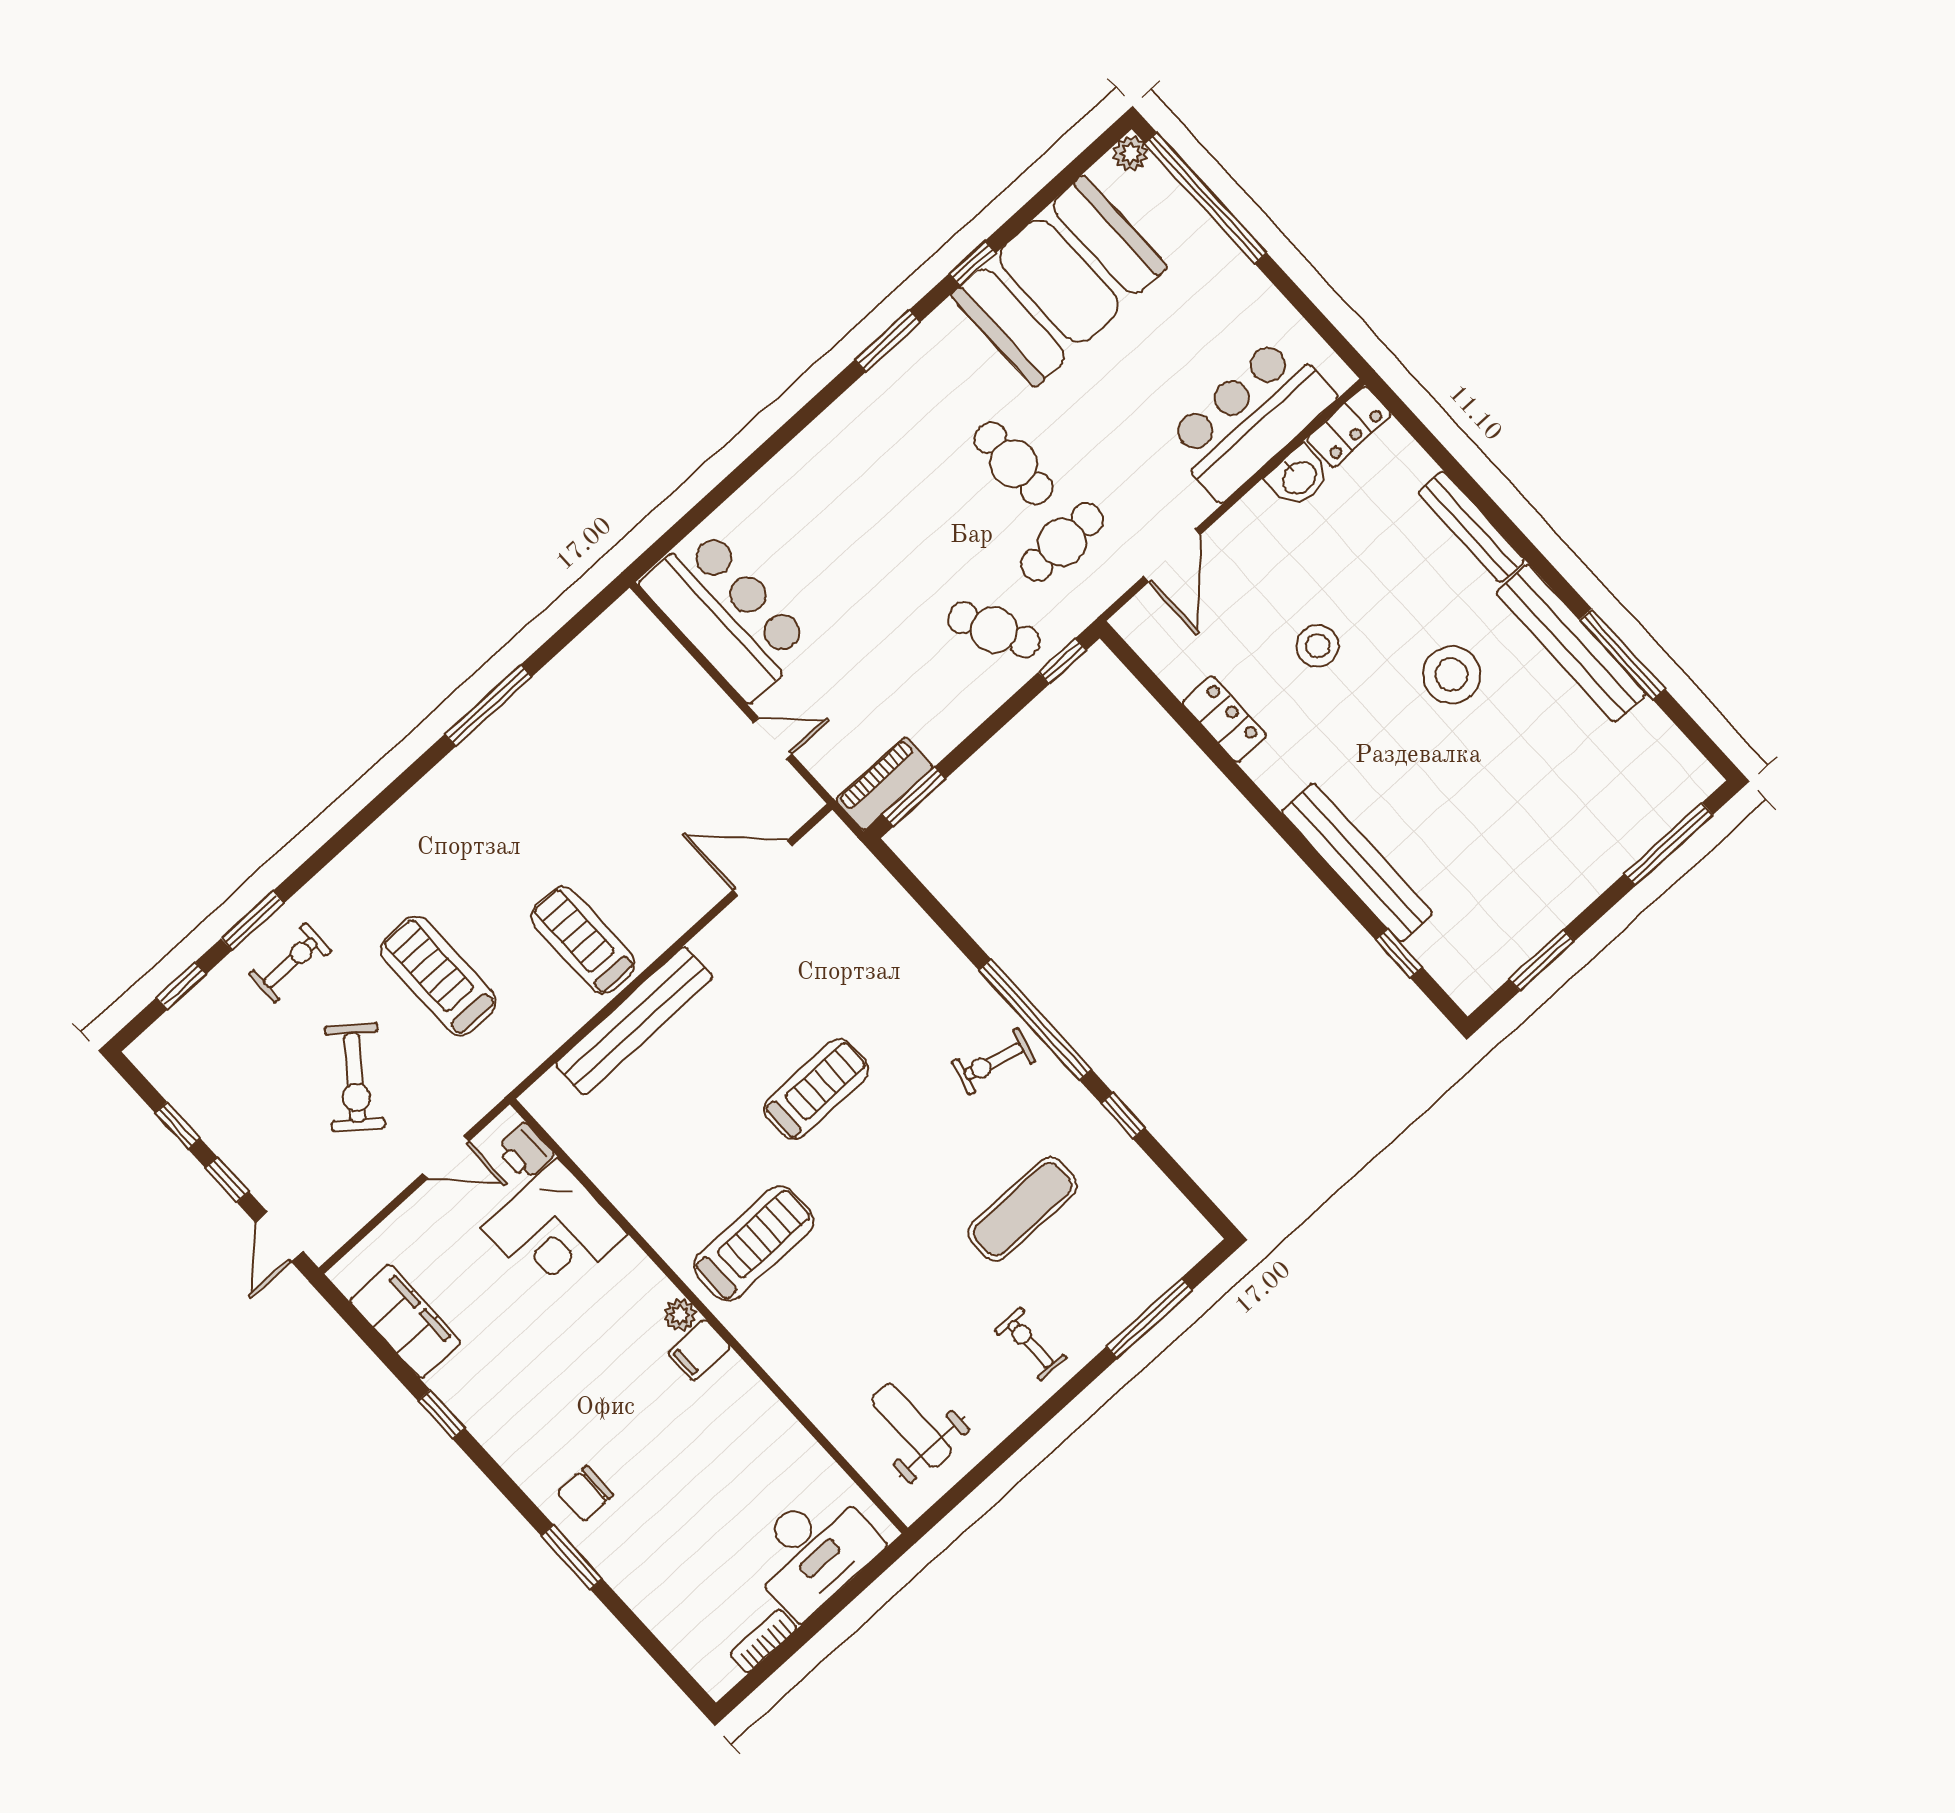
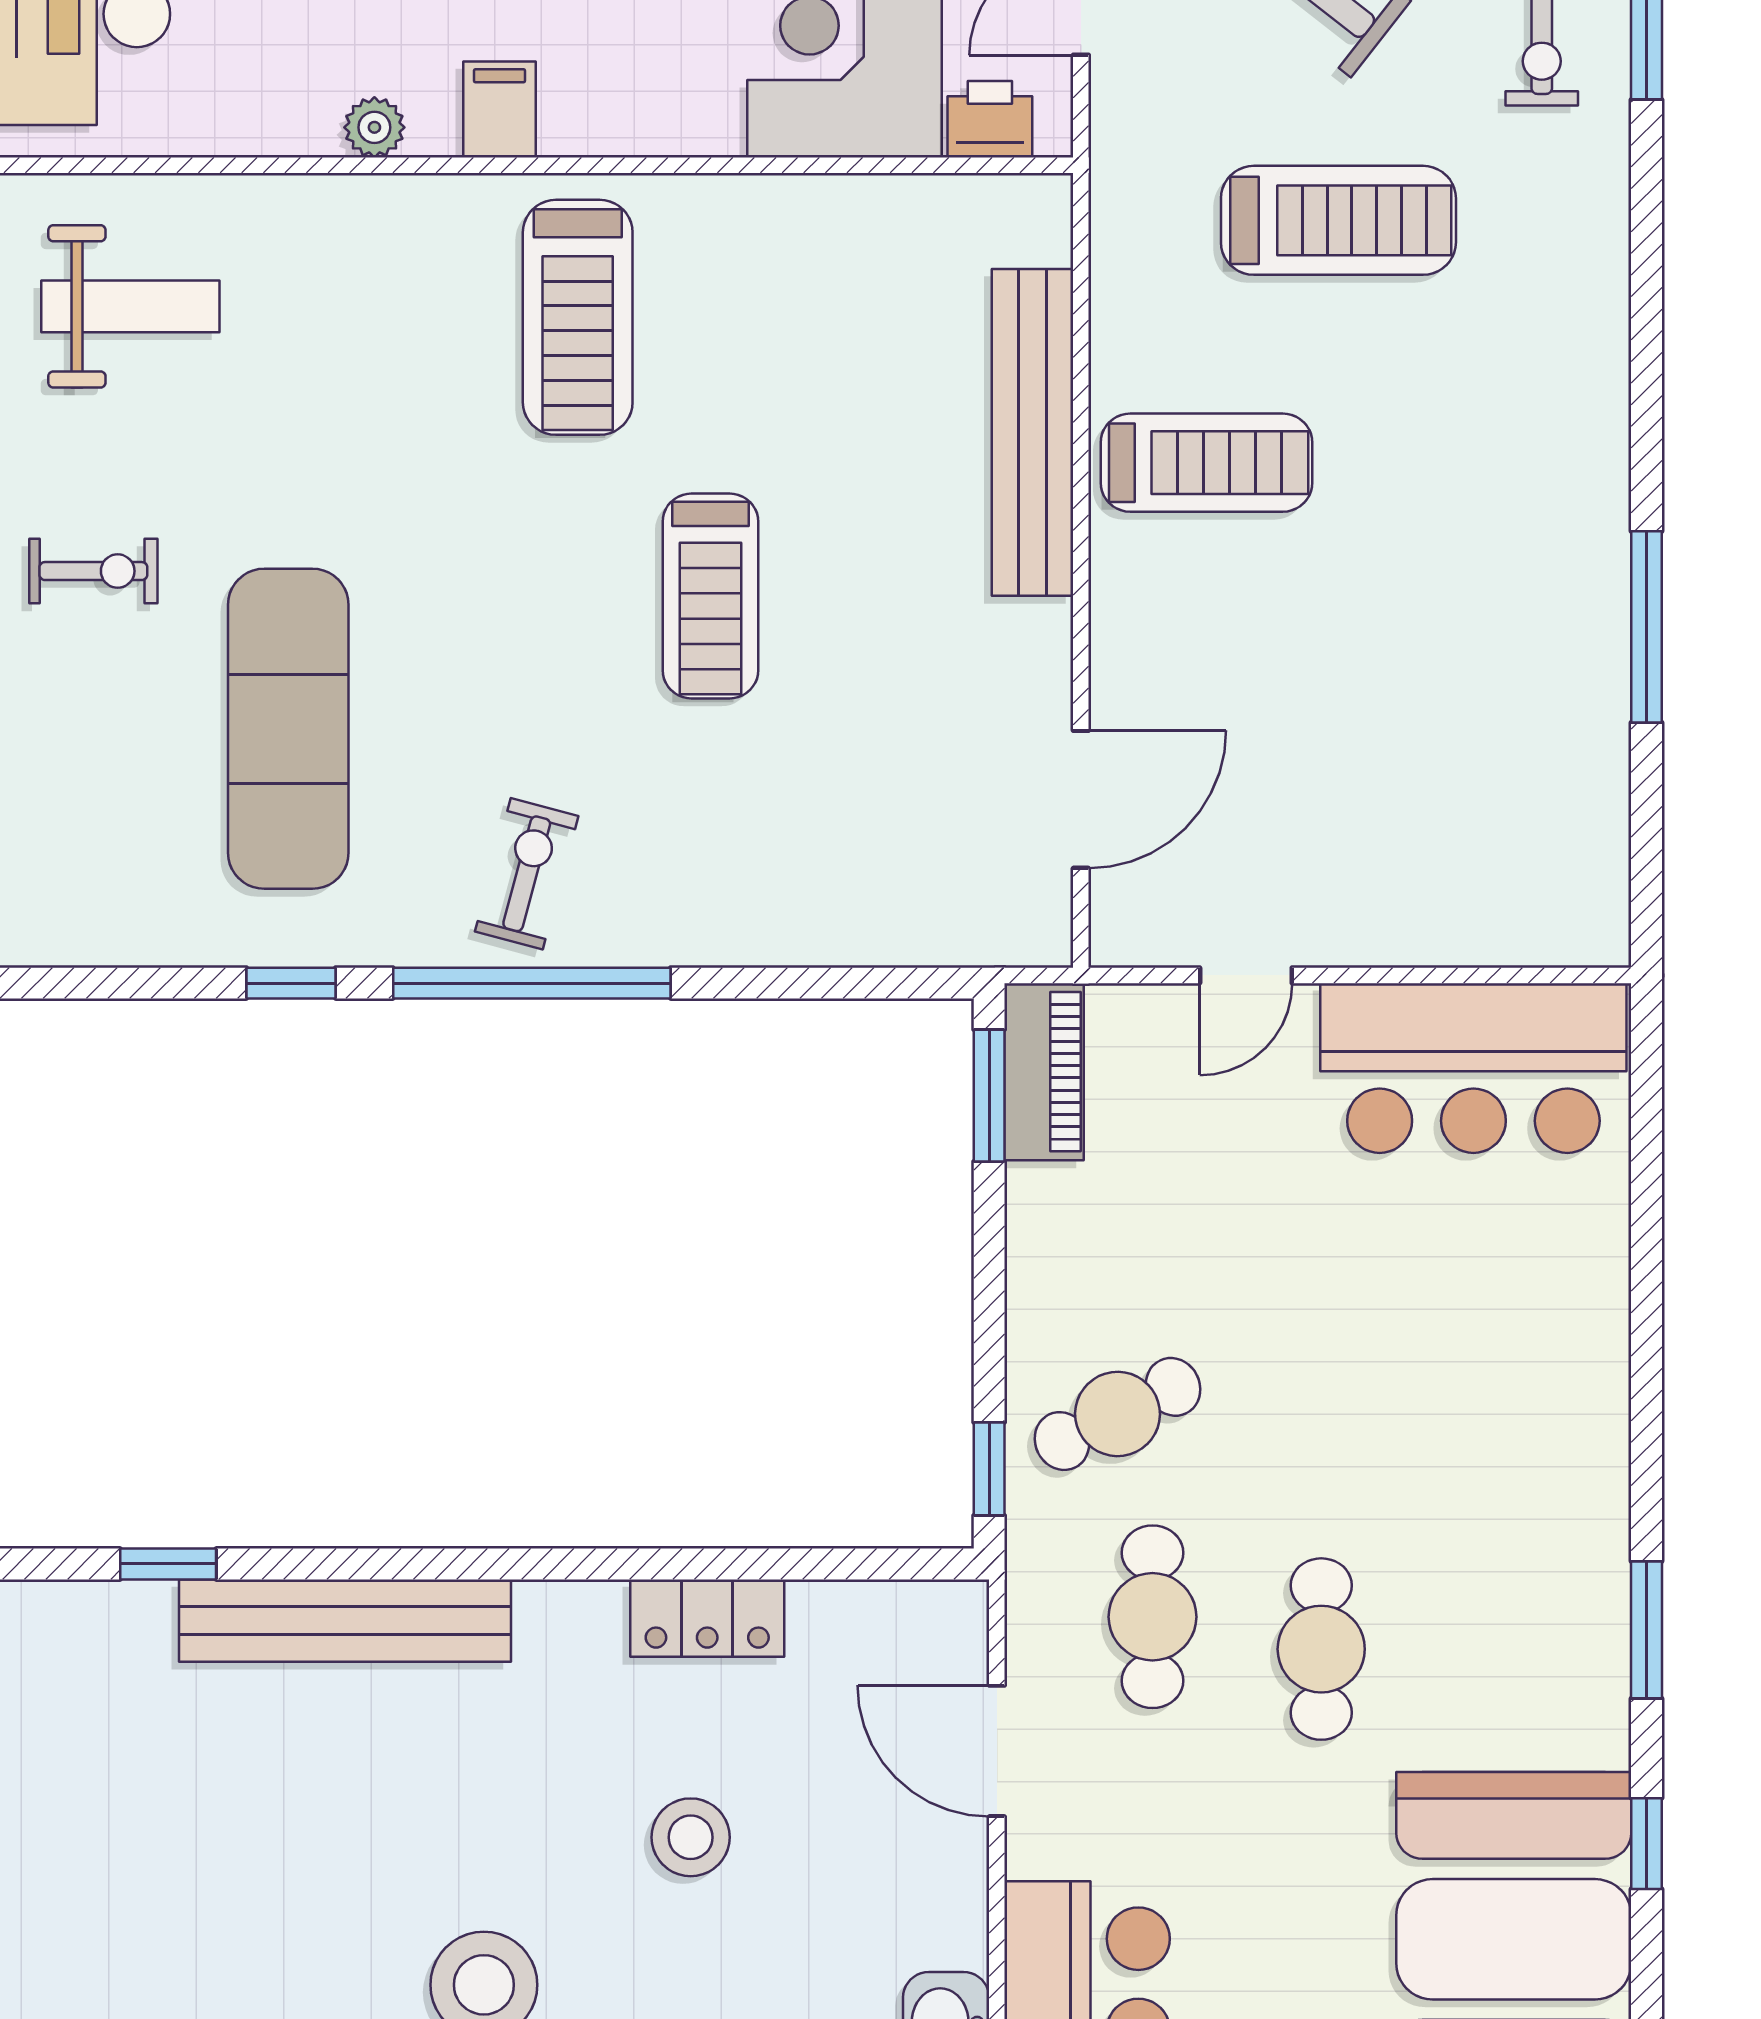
cafe table: (1013, 463) -> (1321, 1649), turned 90
exercise mat: (1023, 1209) -> (288, 729), width x1.36, depth x1.45
plant: (680, 1315) -> (374, 127), moved

